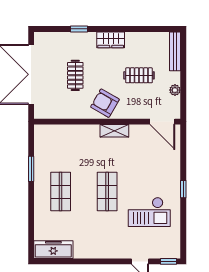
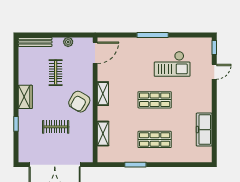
shelving: (67, 131) -> (103, 134), added
window: (183, 189) -> (153, 35), width x2.17
checkout: (149, 212) -> (172, 64), turned 90
freezer: (53, 250) -> (204, 130), moved

